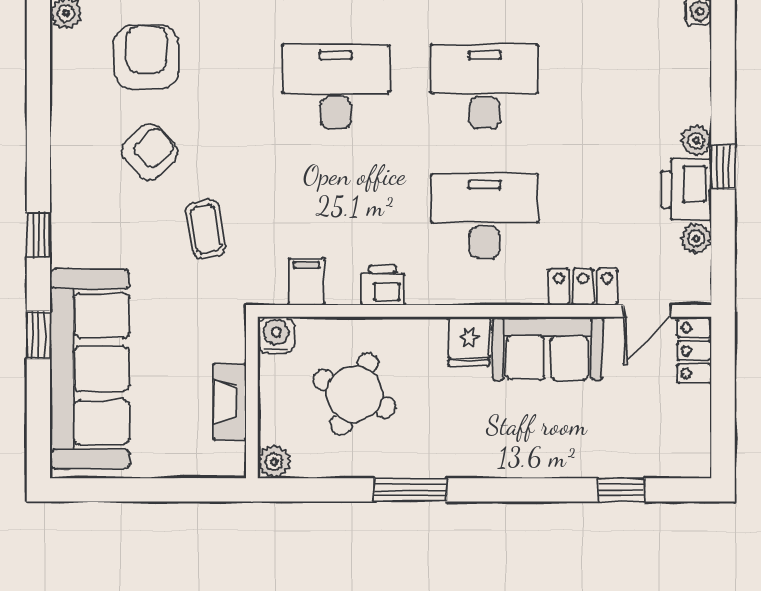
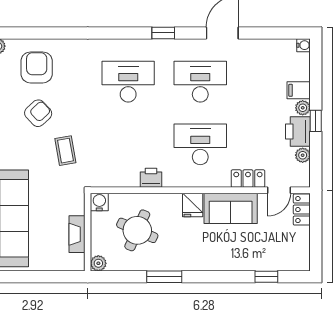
filing cabinet: (307, 281) -> (299, 90), moved, turned -90

